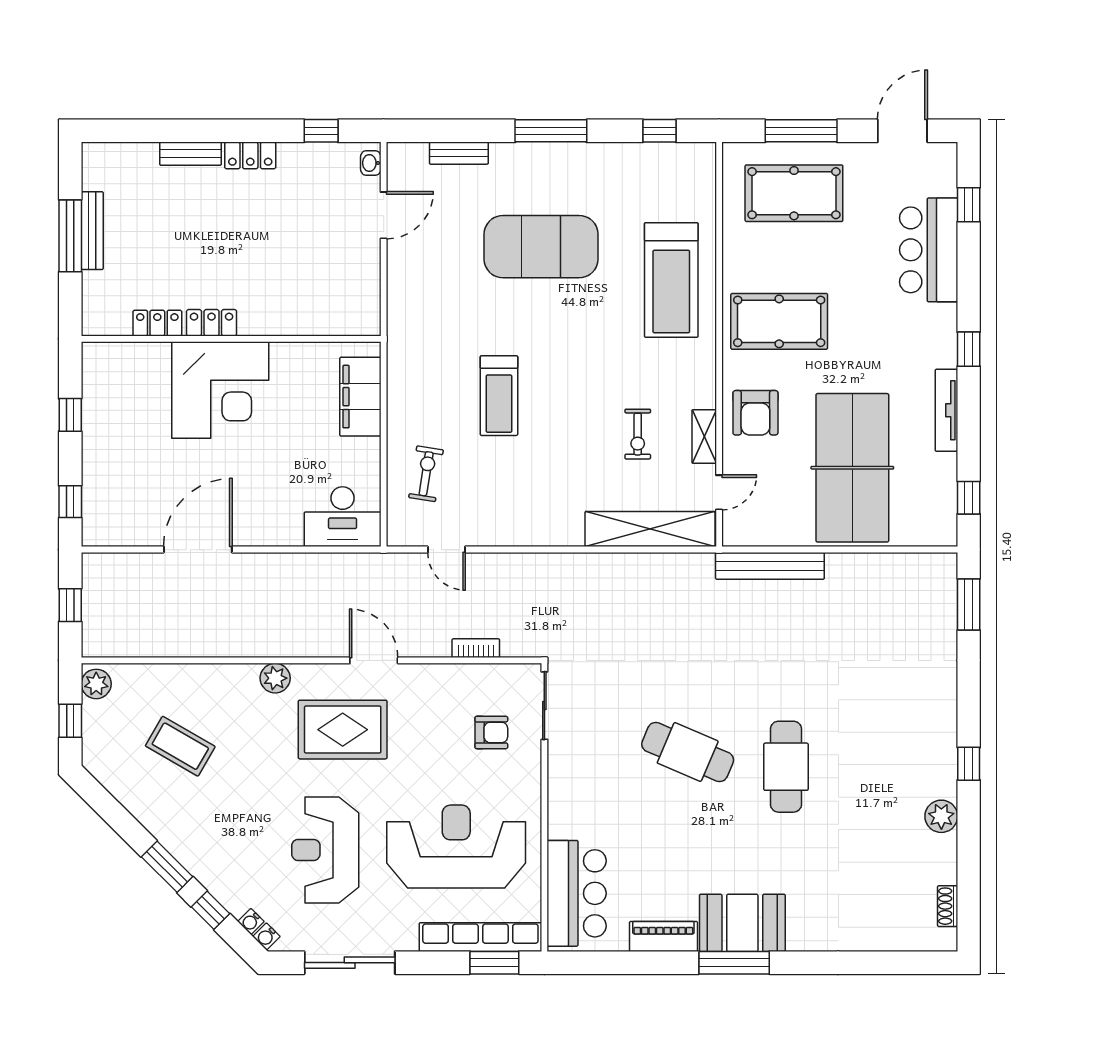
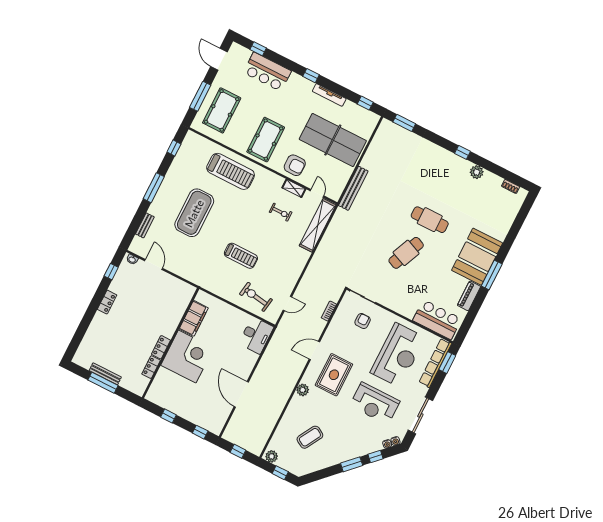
bench: (191, 154) -> (95, 324), removed
filing cabinet: (360, 397) -> (194, 318), moved, turned -90
exercise bike: (426, 474) -> (256, 297), width x1.38, depth x1.39
reception desk: (456, 847) -> (398, 355), turned 180
booth: (742, 923) -> (477, 257), width x1.36, depth x1.42

